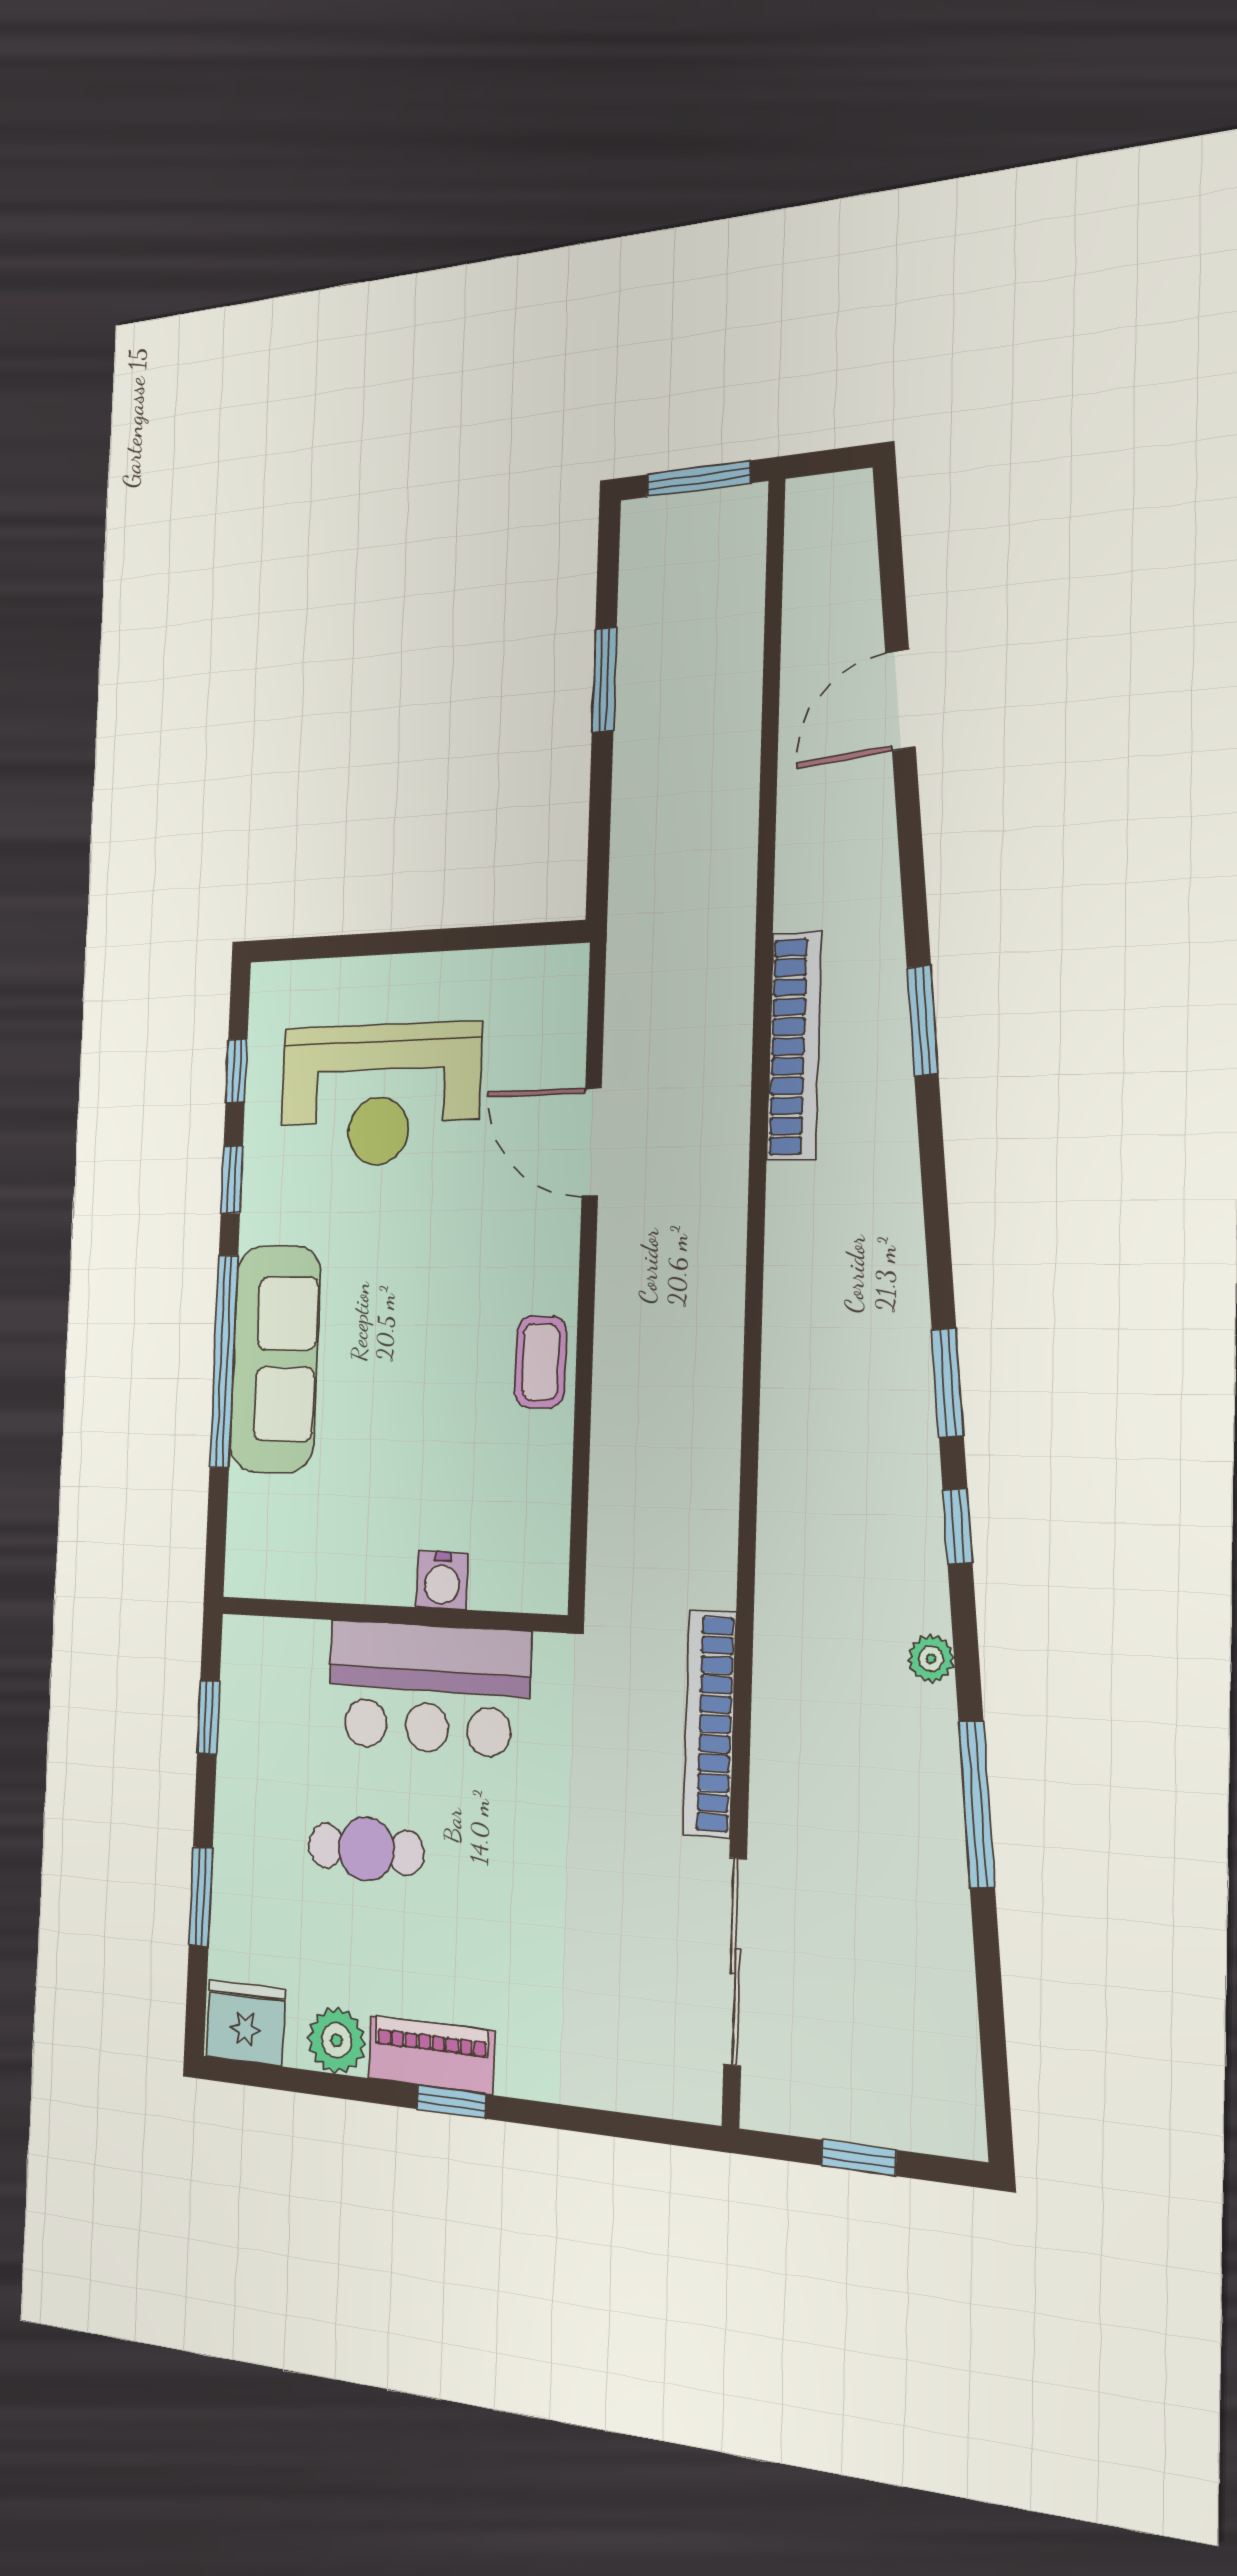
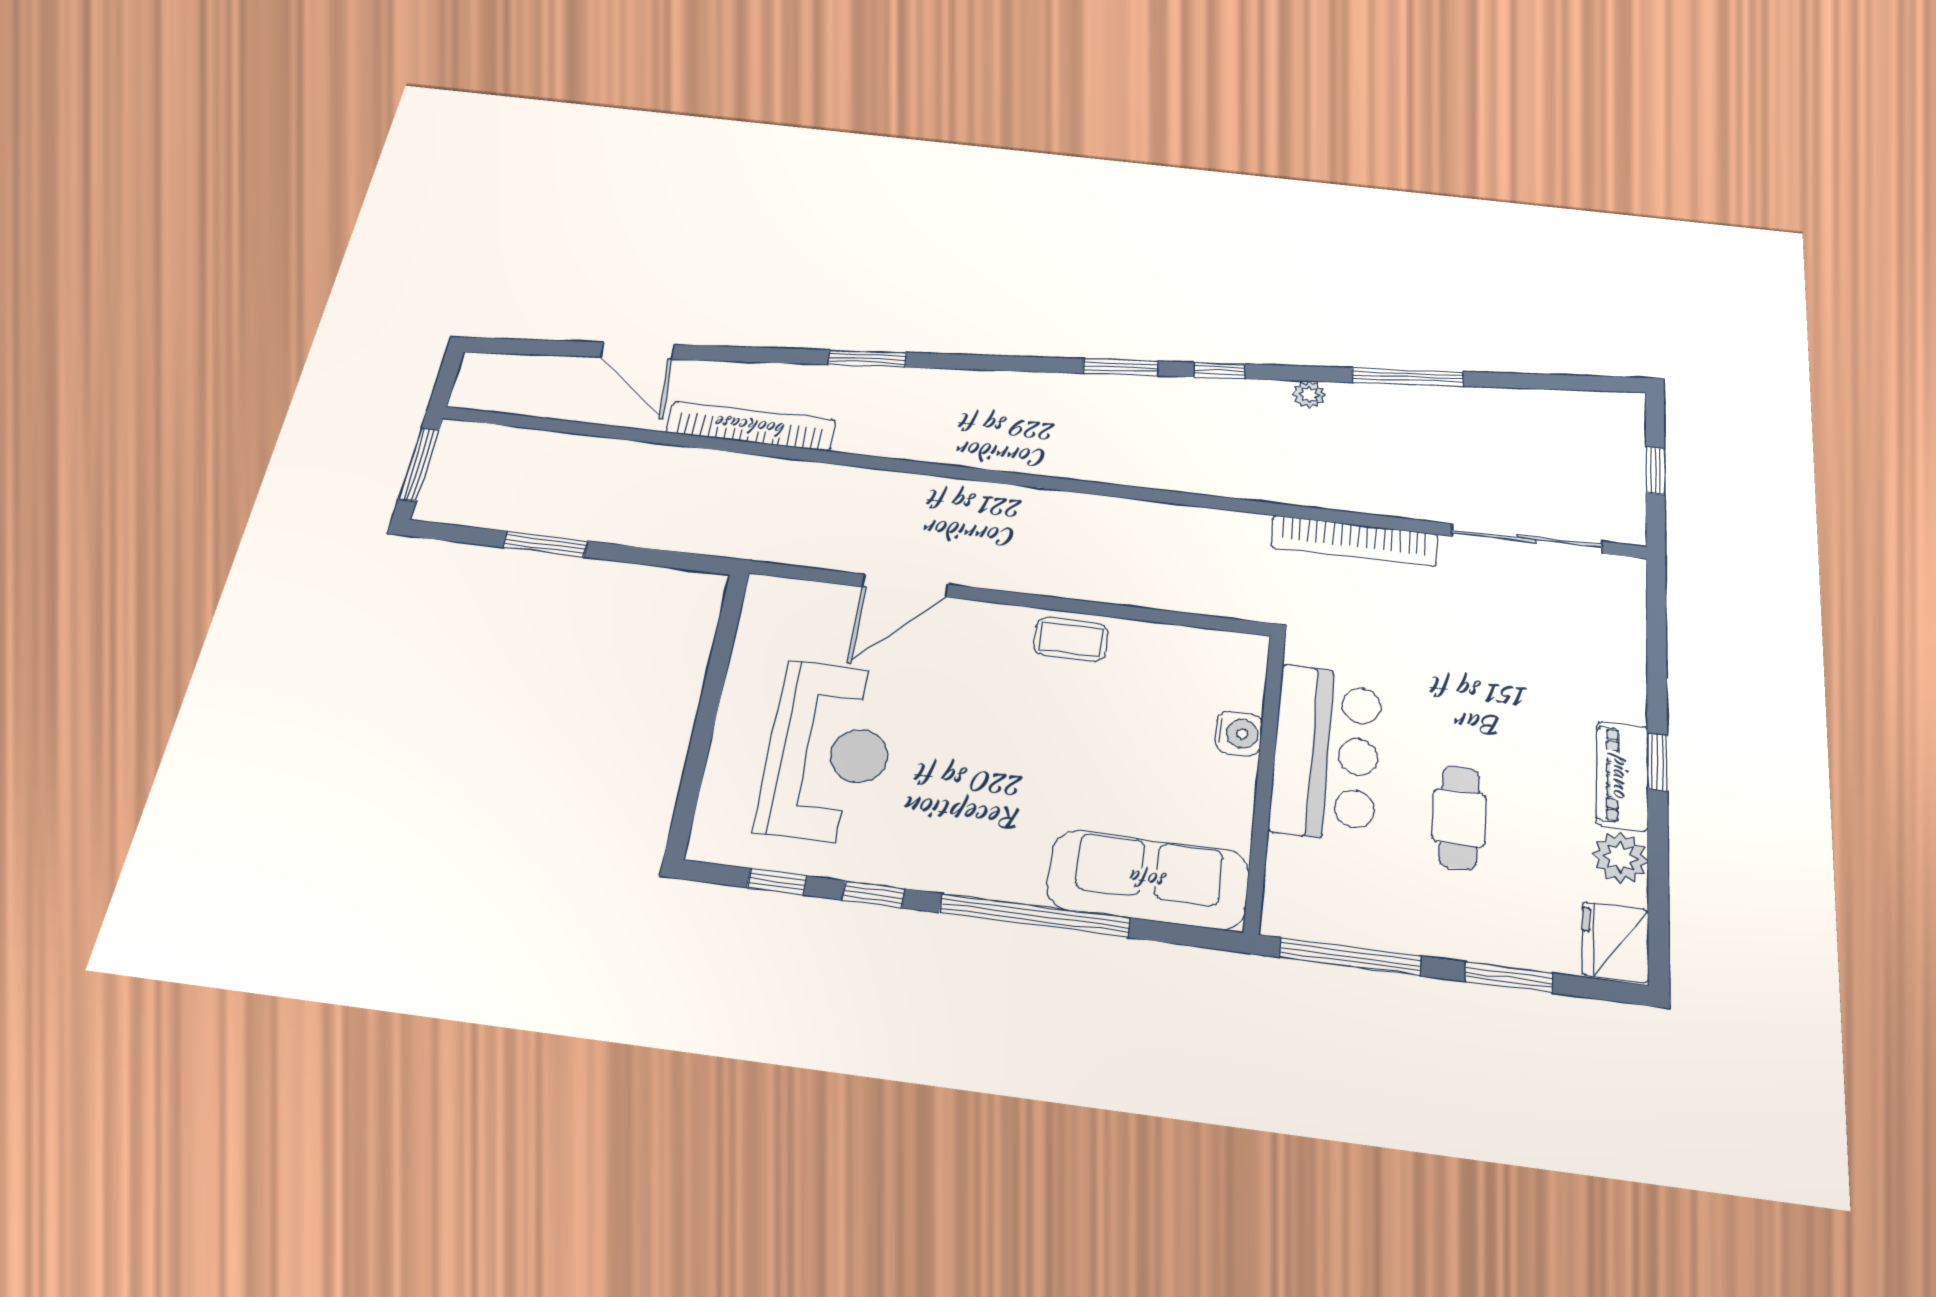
bookcase: (794, 1046) -> (751, 426), moved
sofa: (275, 1359) -> (1148, 880), moved
window: (208, 1717) -> (1350, 957), width x2.17

